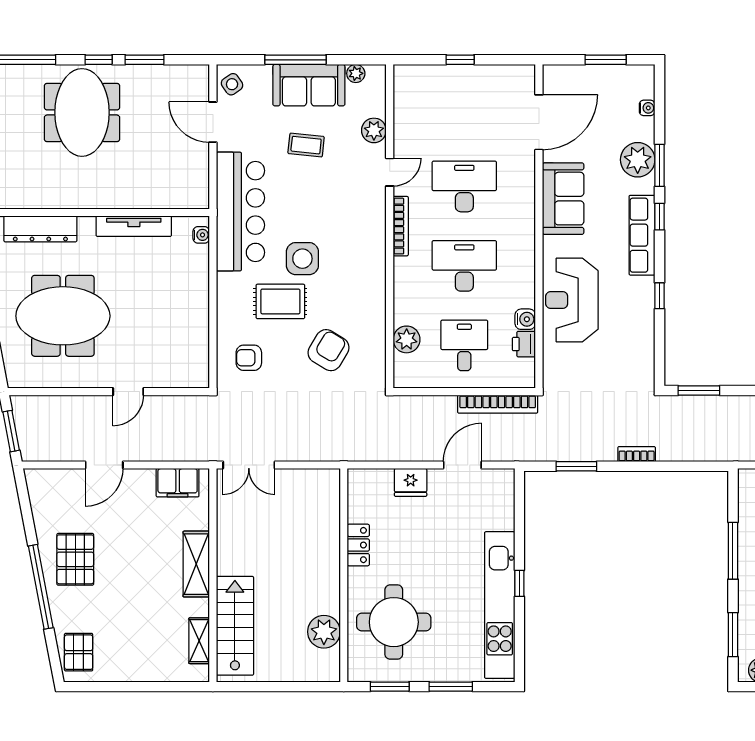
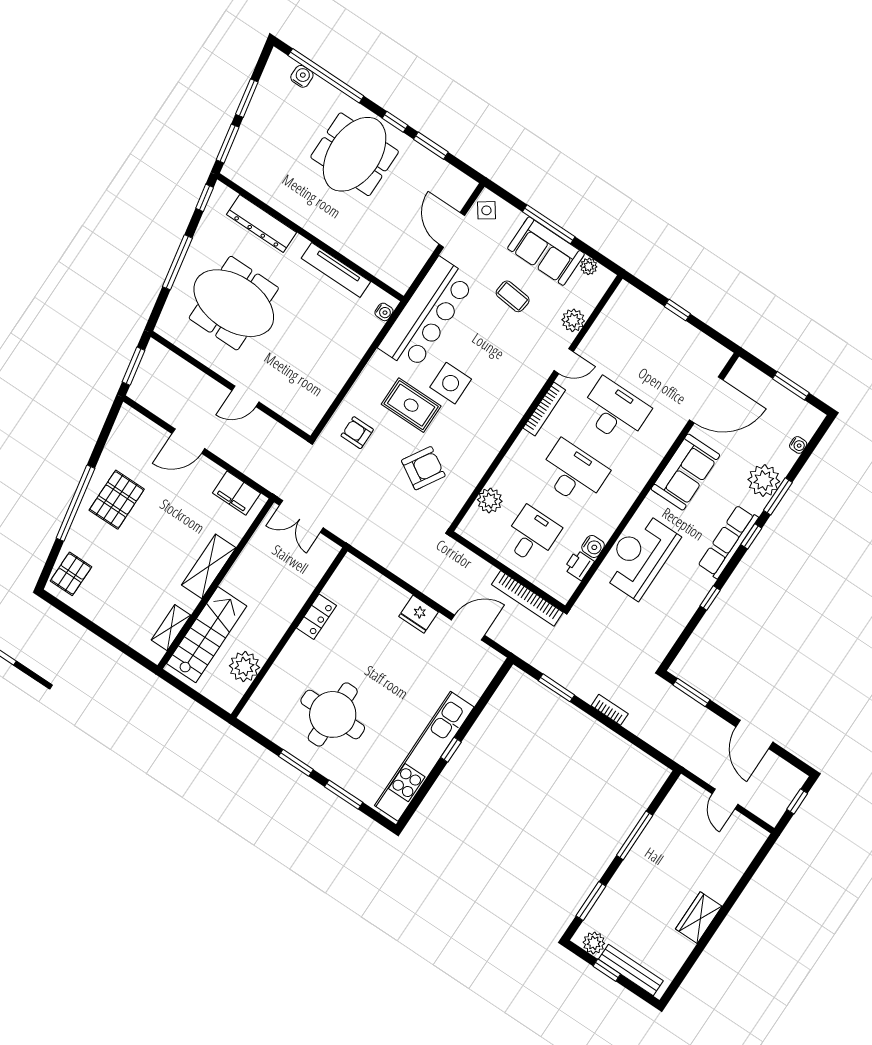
locker: (358, 545) -> (316, 617), moved
wall: (344, 575) -> (289, 633), moved
plant: (324, 632) -> (244, 667), moved

